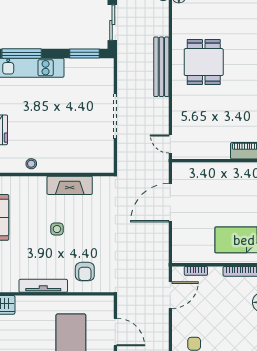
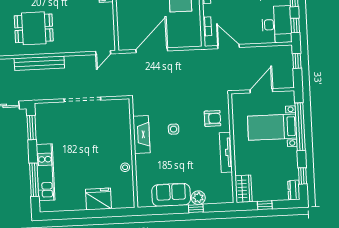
door: (170, 203) -> (152, 50), swing flipped
side table: (57, 229) -> (174, 129), moved

